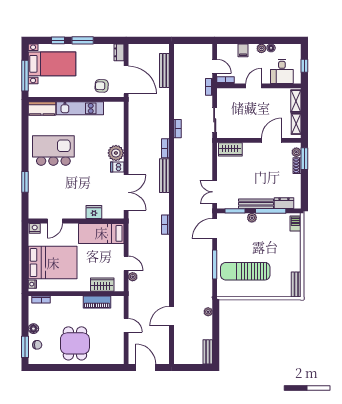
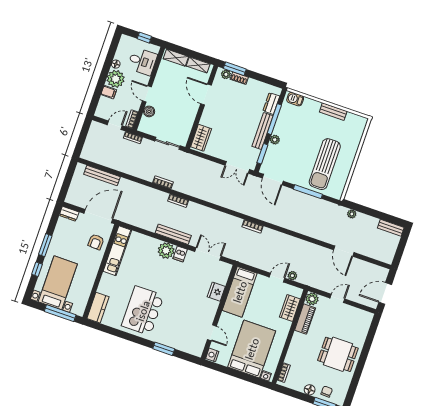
plant: (261, 48) -> (116, 79), width x1.87, depth x1.87
boiler: (238, 93) -> (149, 111), added
kitchen unit: (80, 108) -> (117, 251), moved
bench: (164, 176) -> (173, 234), moved
double door: (126, 192) -> (208, 254), width x0.73
bench: (296, 284) -> (333, 112), moved
plant: (118, 302) -> (312, 299), added

